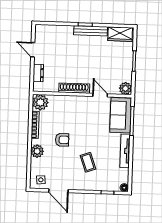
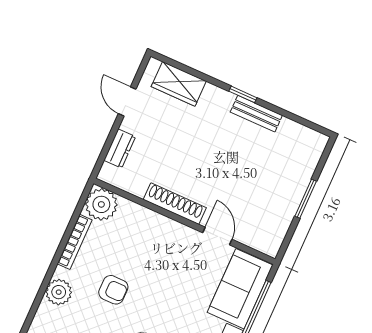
bench: (91, 31) -> (256, 114), width x0.73
wardrobe: (120, 34) -> (179, 84), moved
plant: (125, 88) -> (269, 243), removed

